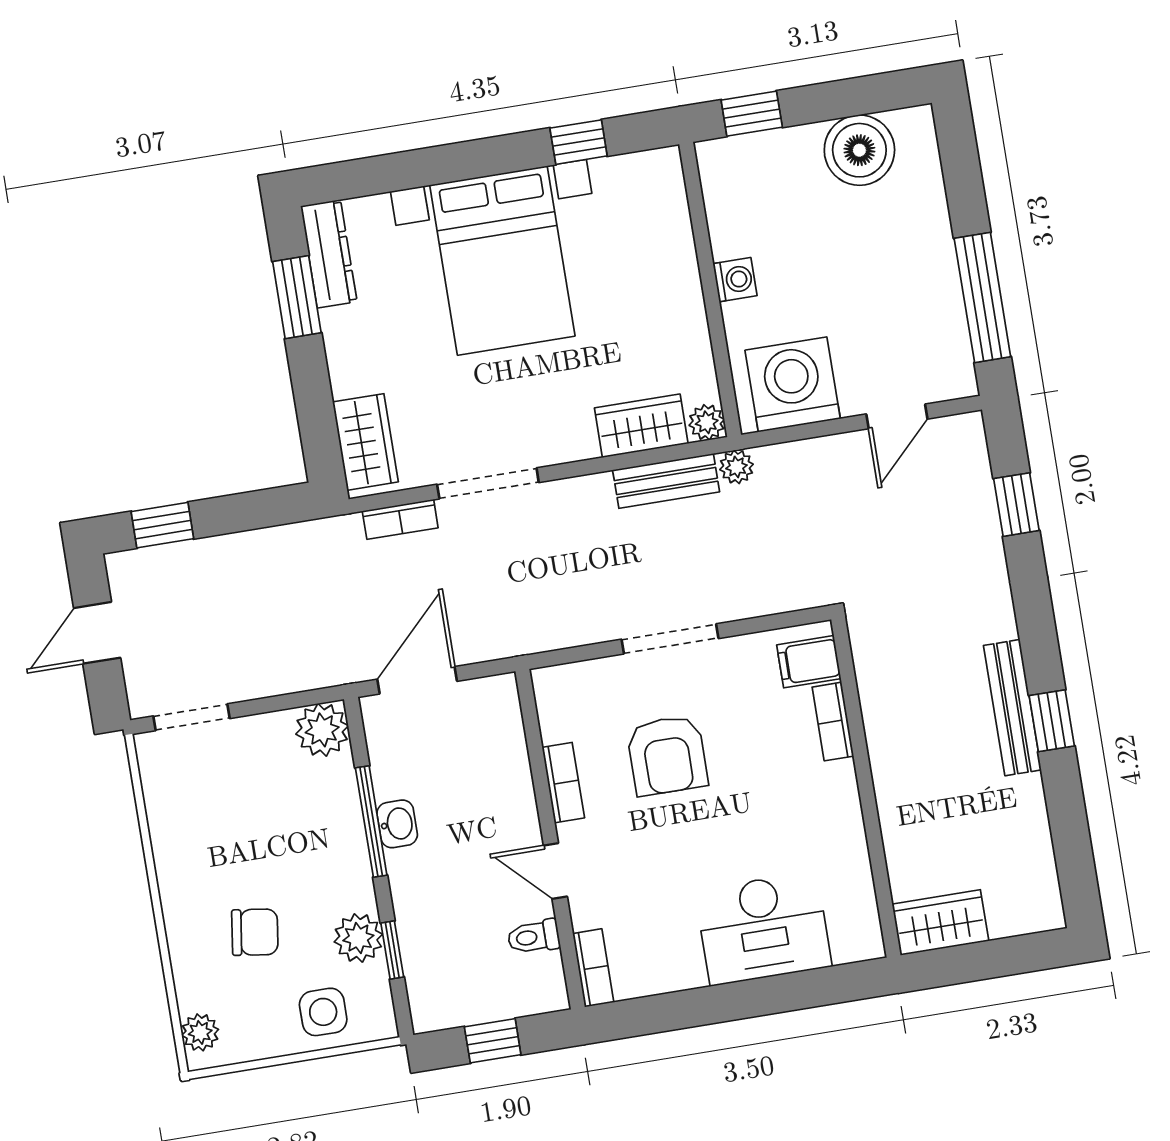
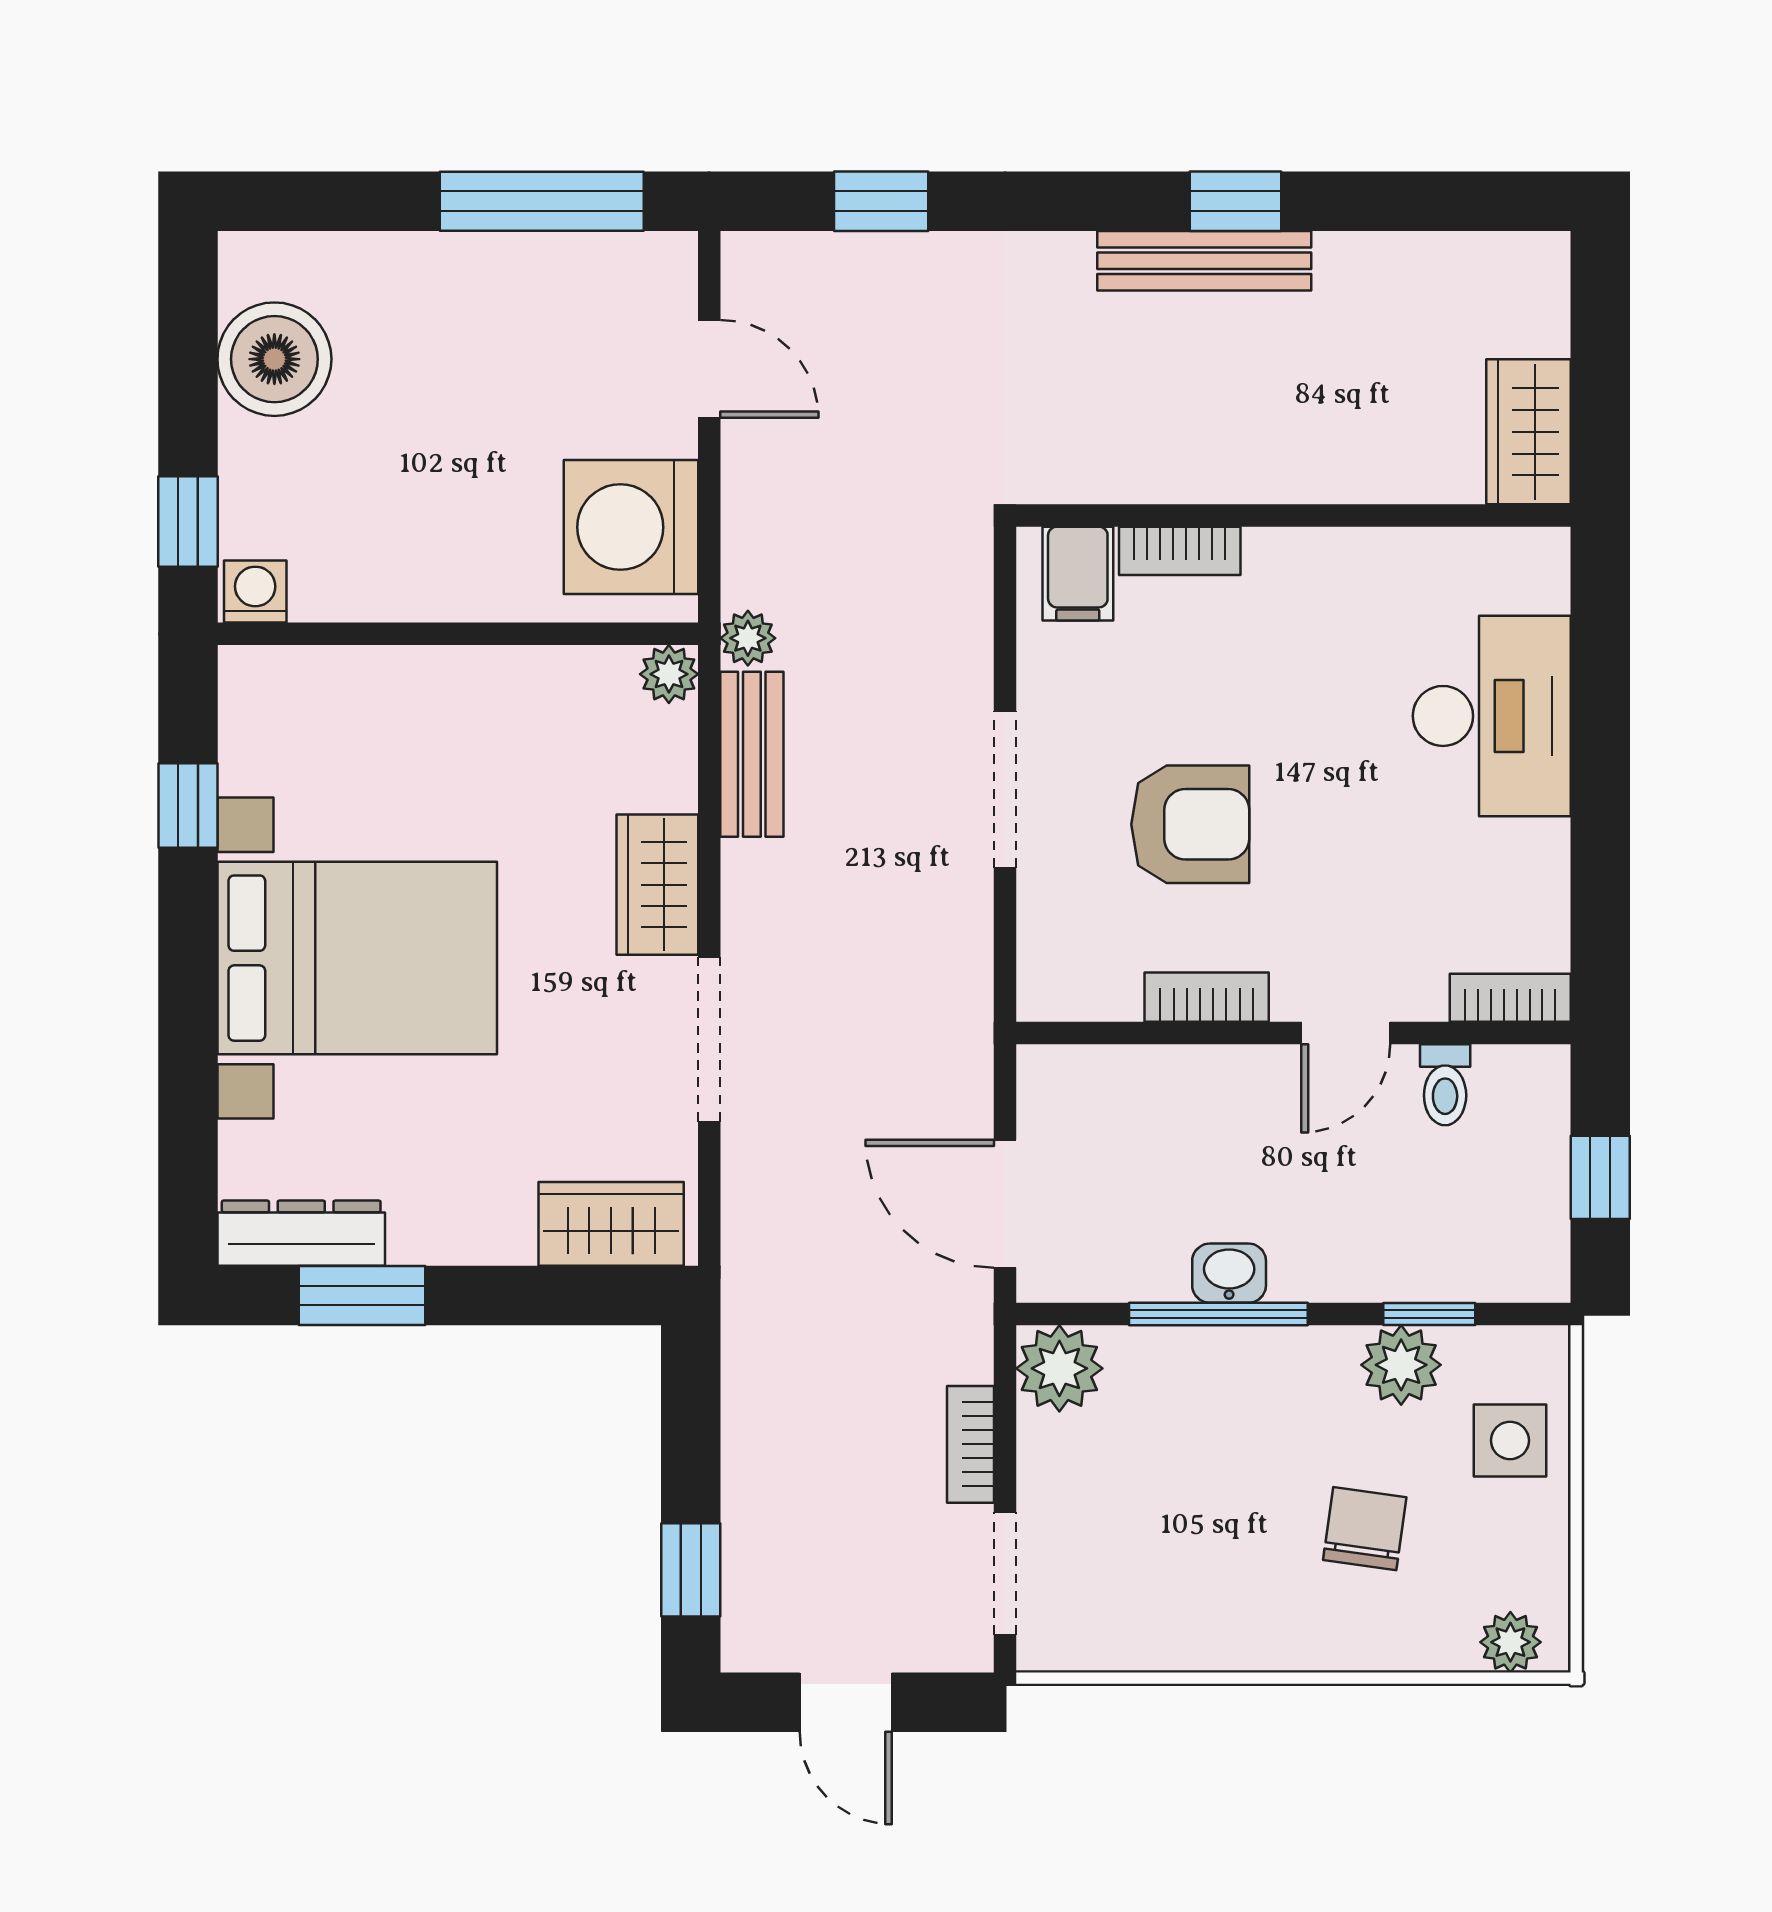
washing machine: (735, 280) -> (255, 591), moved
wardrobe: (641, 426) -> (657, 885), moved
bookcase: (400, 519) -> (970, 1444), moved, turned 180

